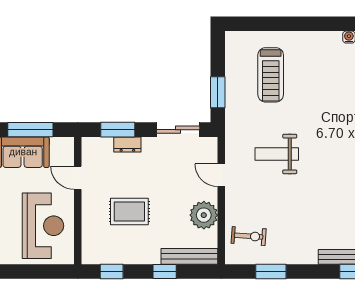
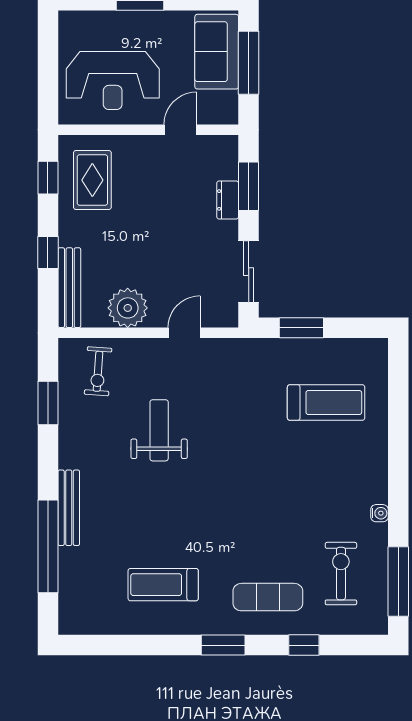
treadmill: (271, 75) -> (326, 403), turned 180
weight bench: (277, 154) -> (159, 430), moved
rug: (129, 211) -> (92, 180), moved

